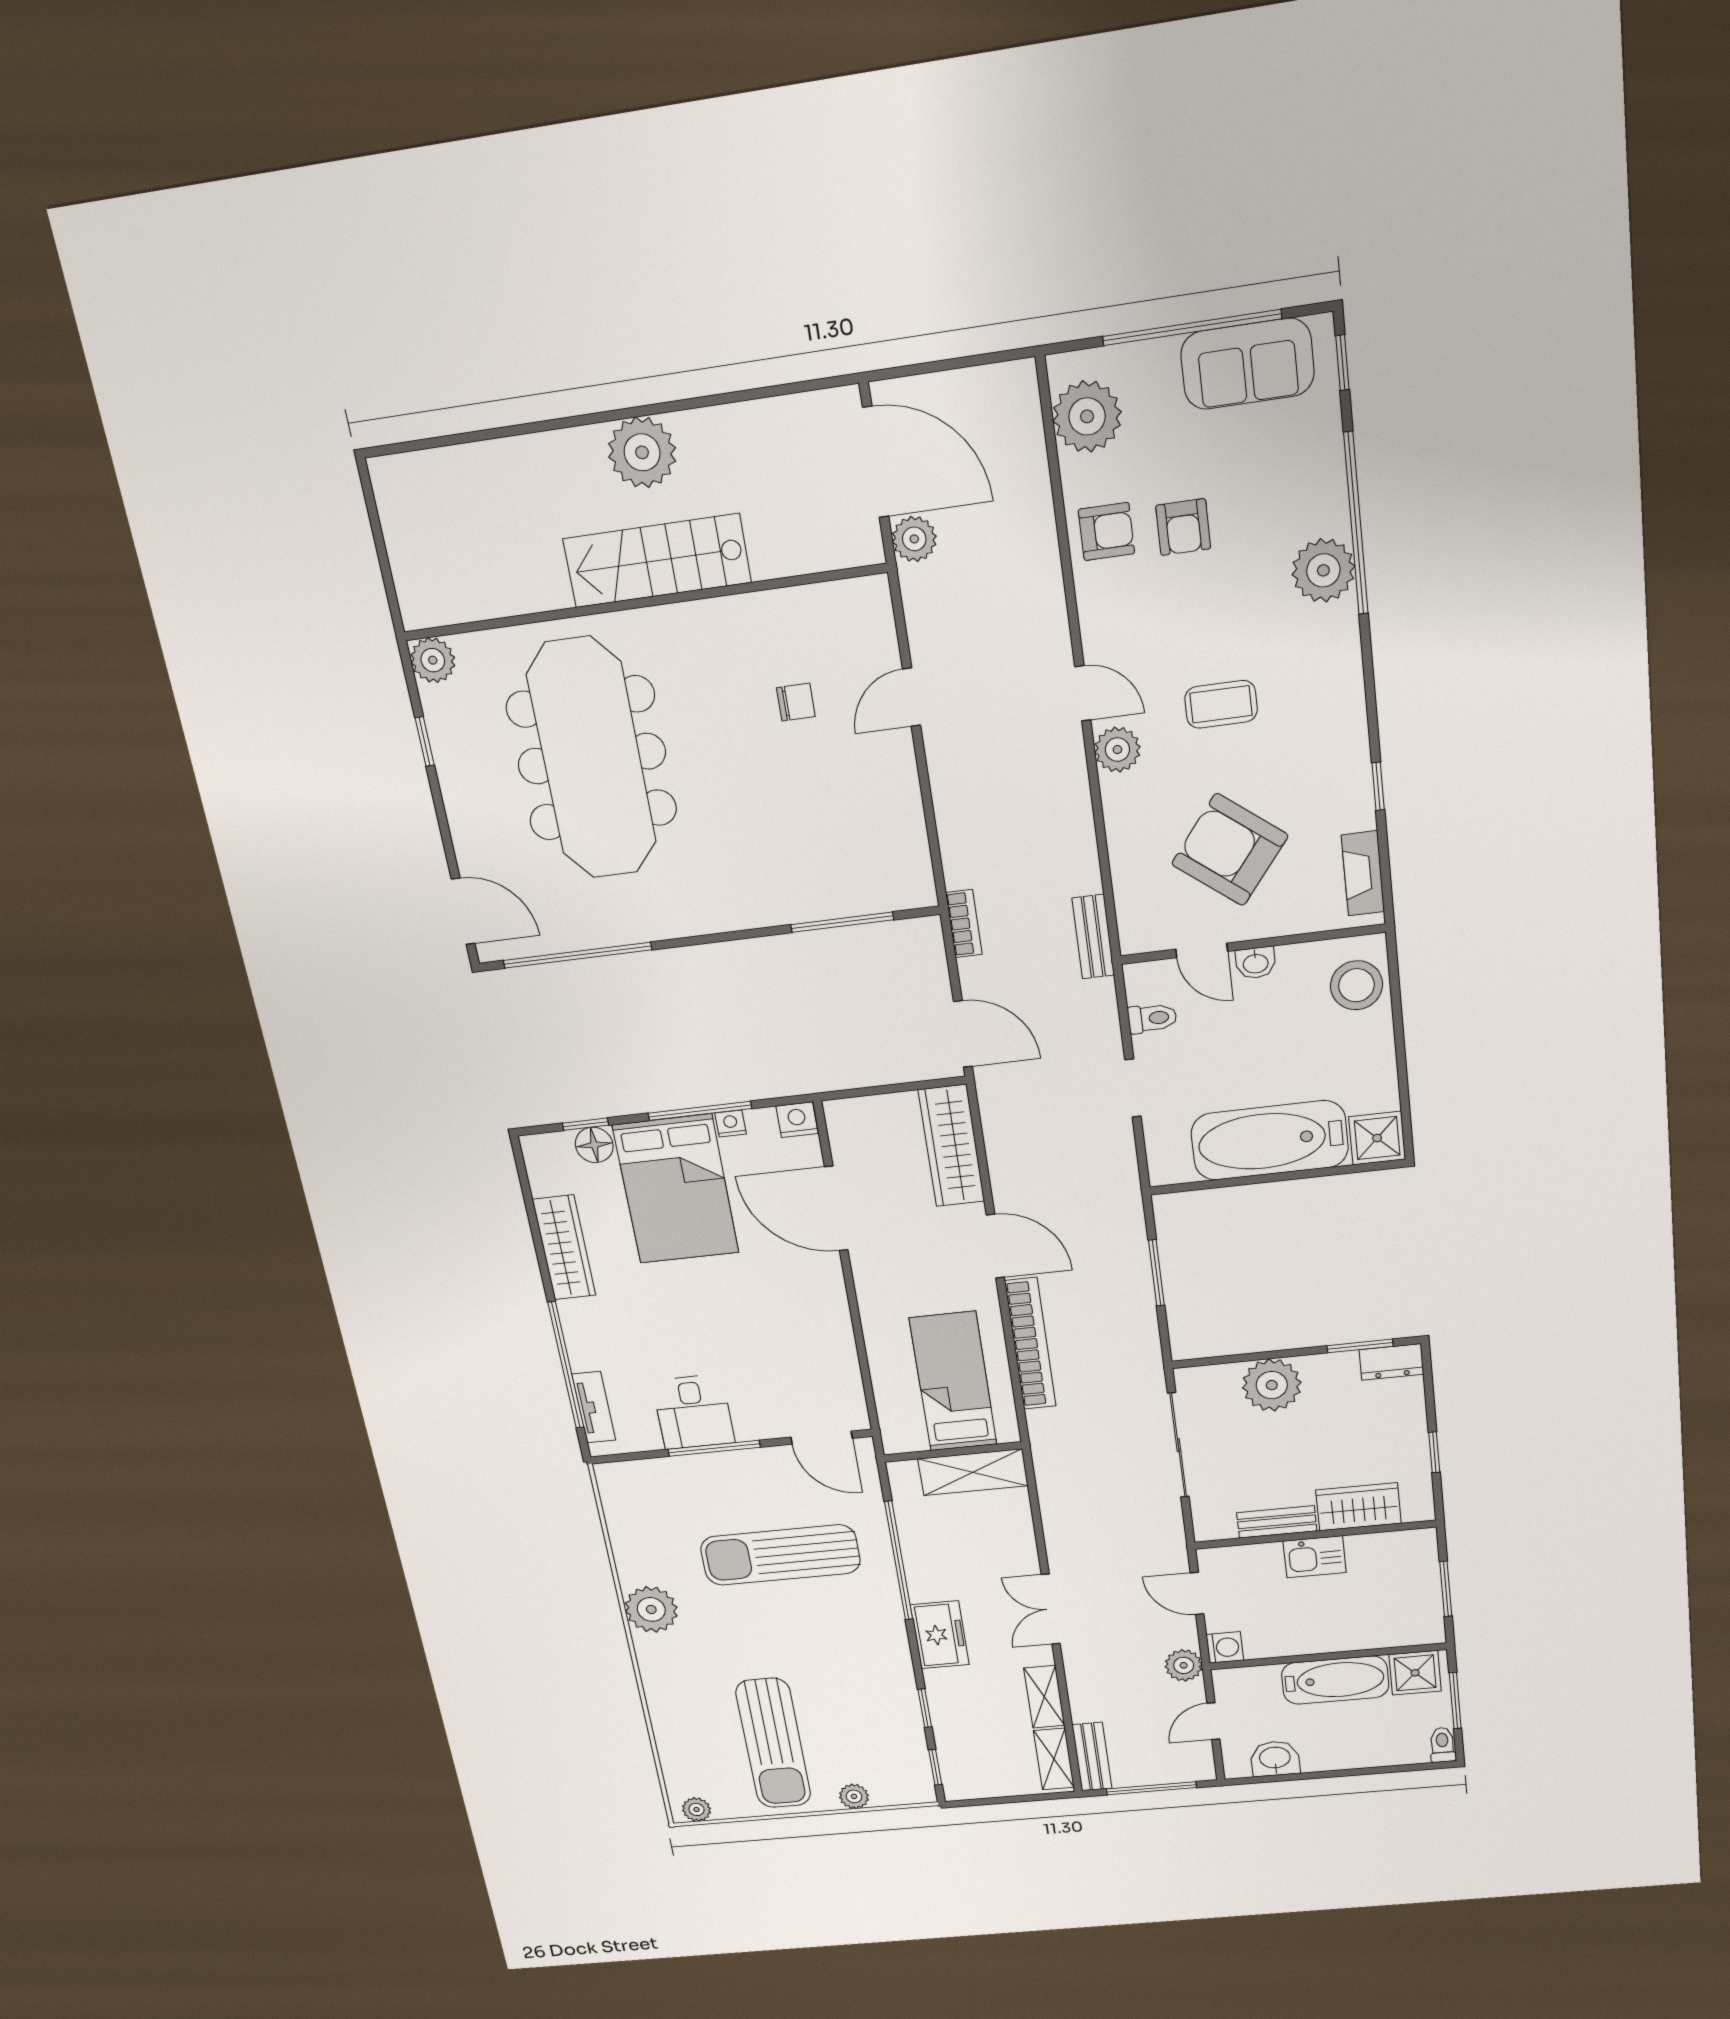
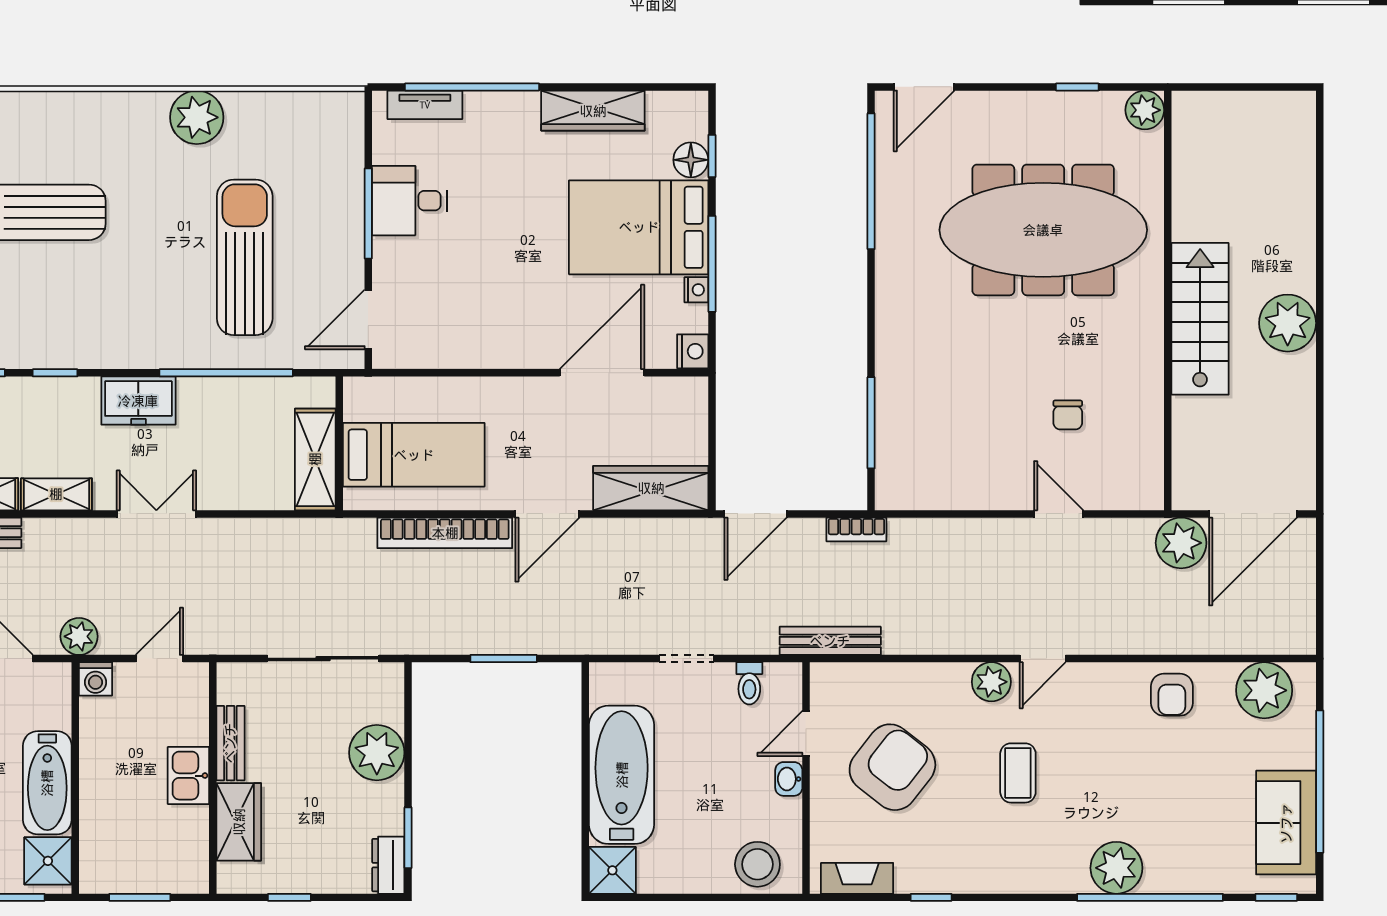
armchair: (1183, 527) -> (1167, 758), removed
plant: (914, 539) -> (1181, 543), width x1.36, depth x1.36
bench: (1093, 937) -> (830, 641), width x1.36

